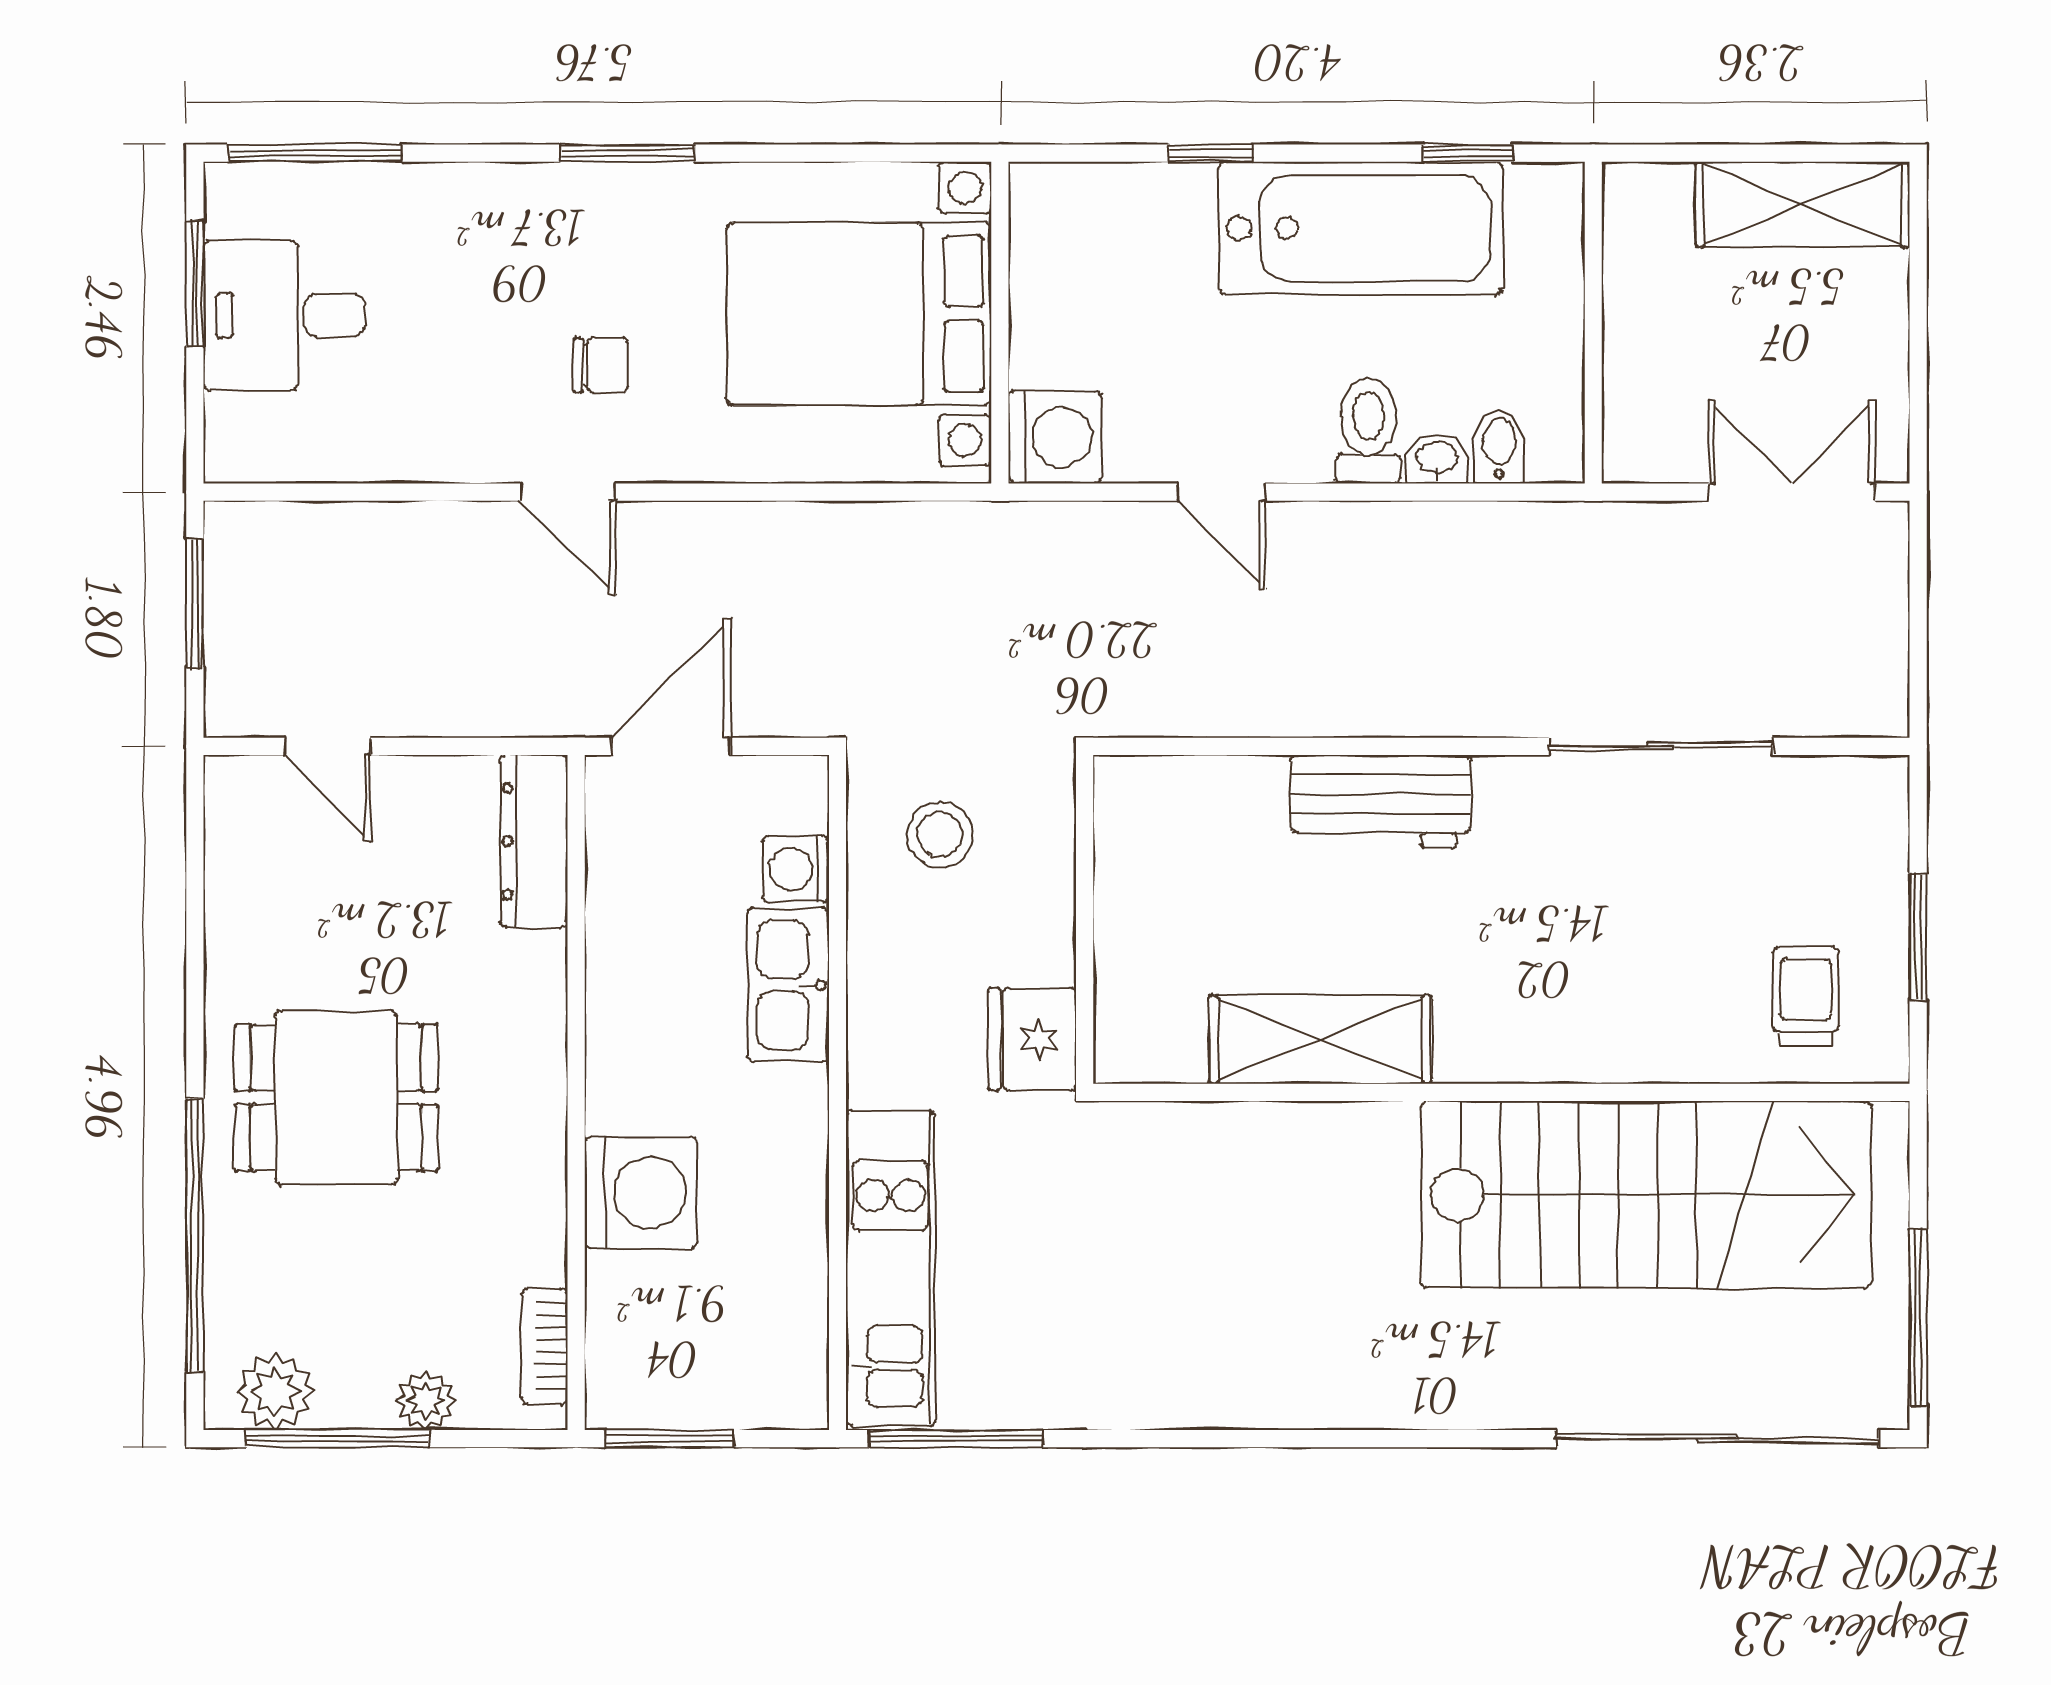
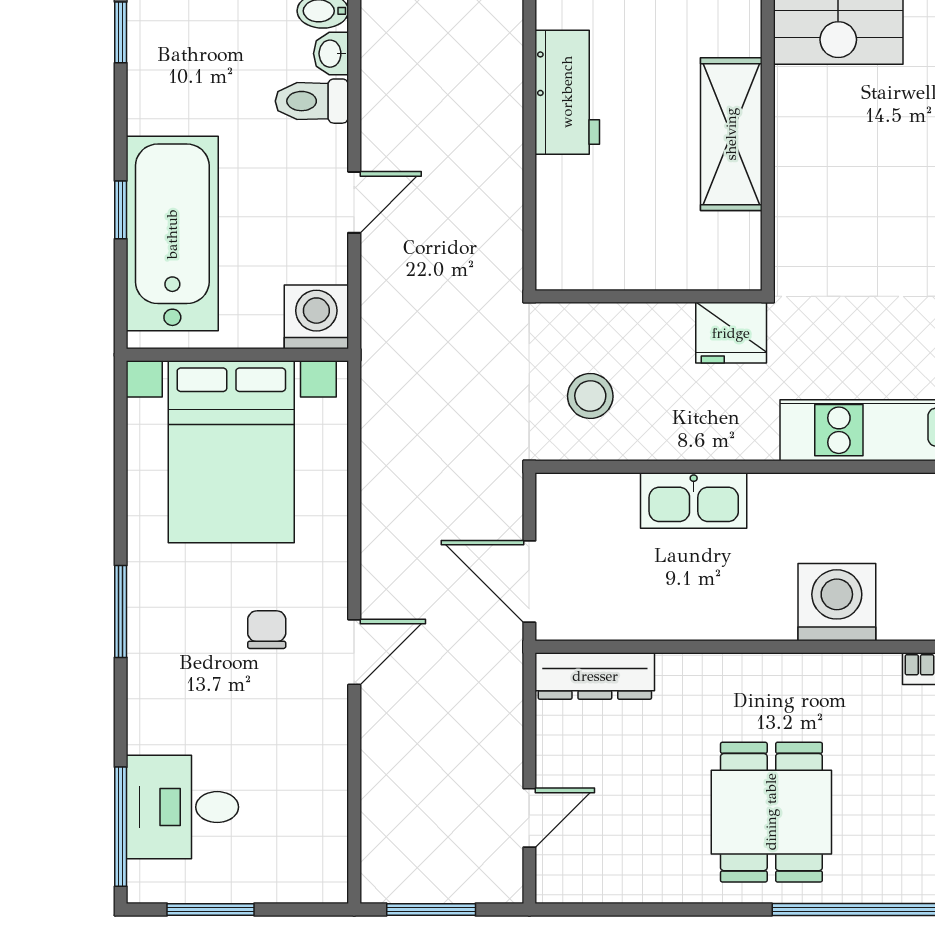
bathtub: (1360, 228) -> (172, 234), moved
desk: (284, 315) -> (182, 807), moved, turned 90
washing machine: (796, 869) -> (614, 495), removed

